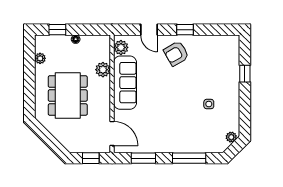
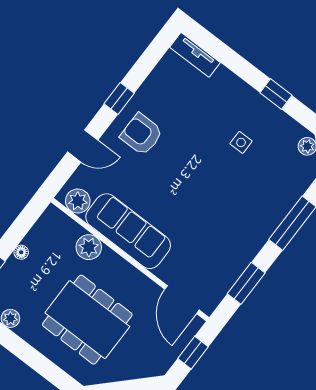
tv unit: (234, 50) -> (195, 55), added
armchair: (176, 53) -> (142, 134), turned 120
window: (245, 74) -> (276, 94), moved
door: (112, 133) -> (182, 300), swing flipped

